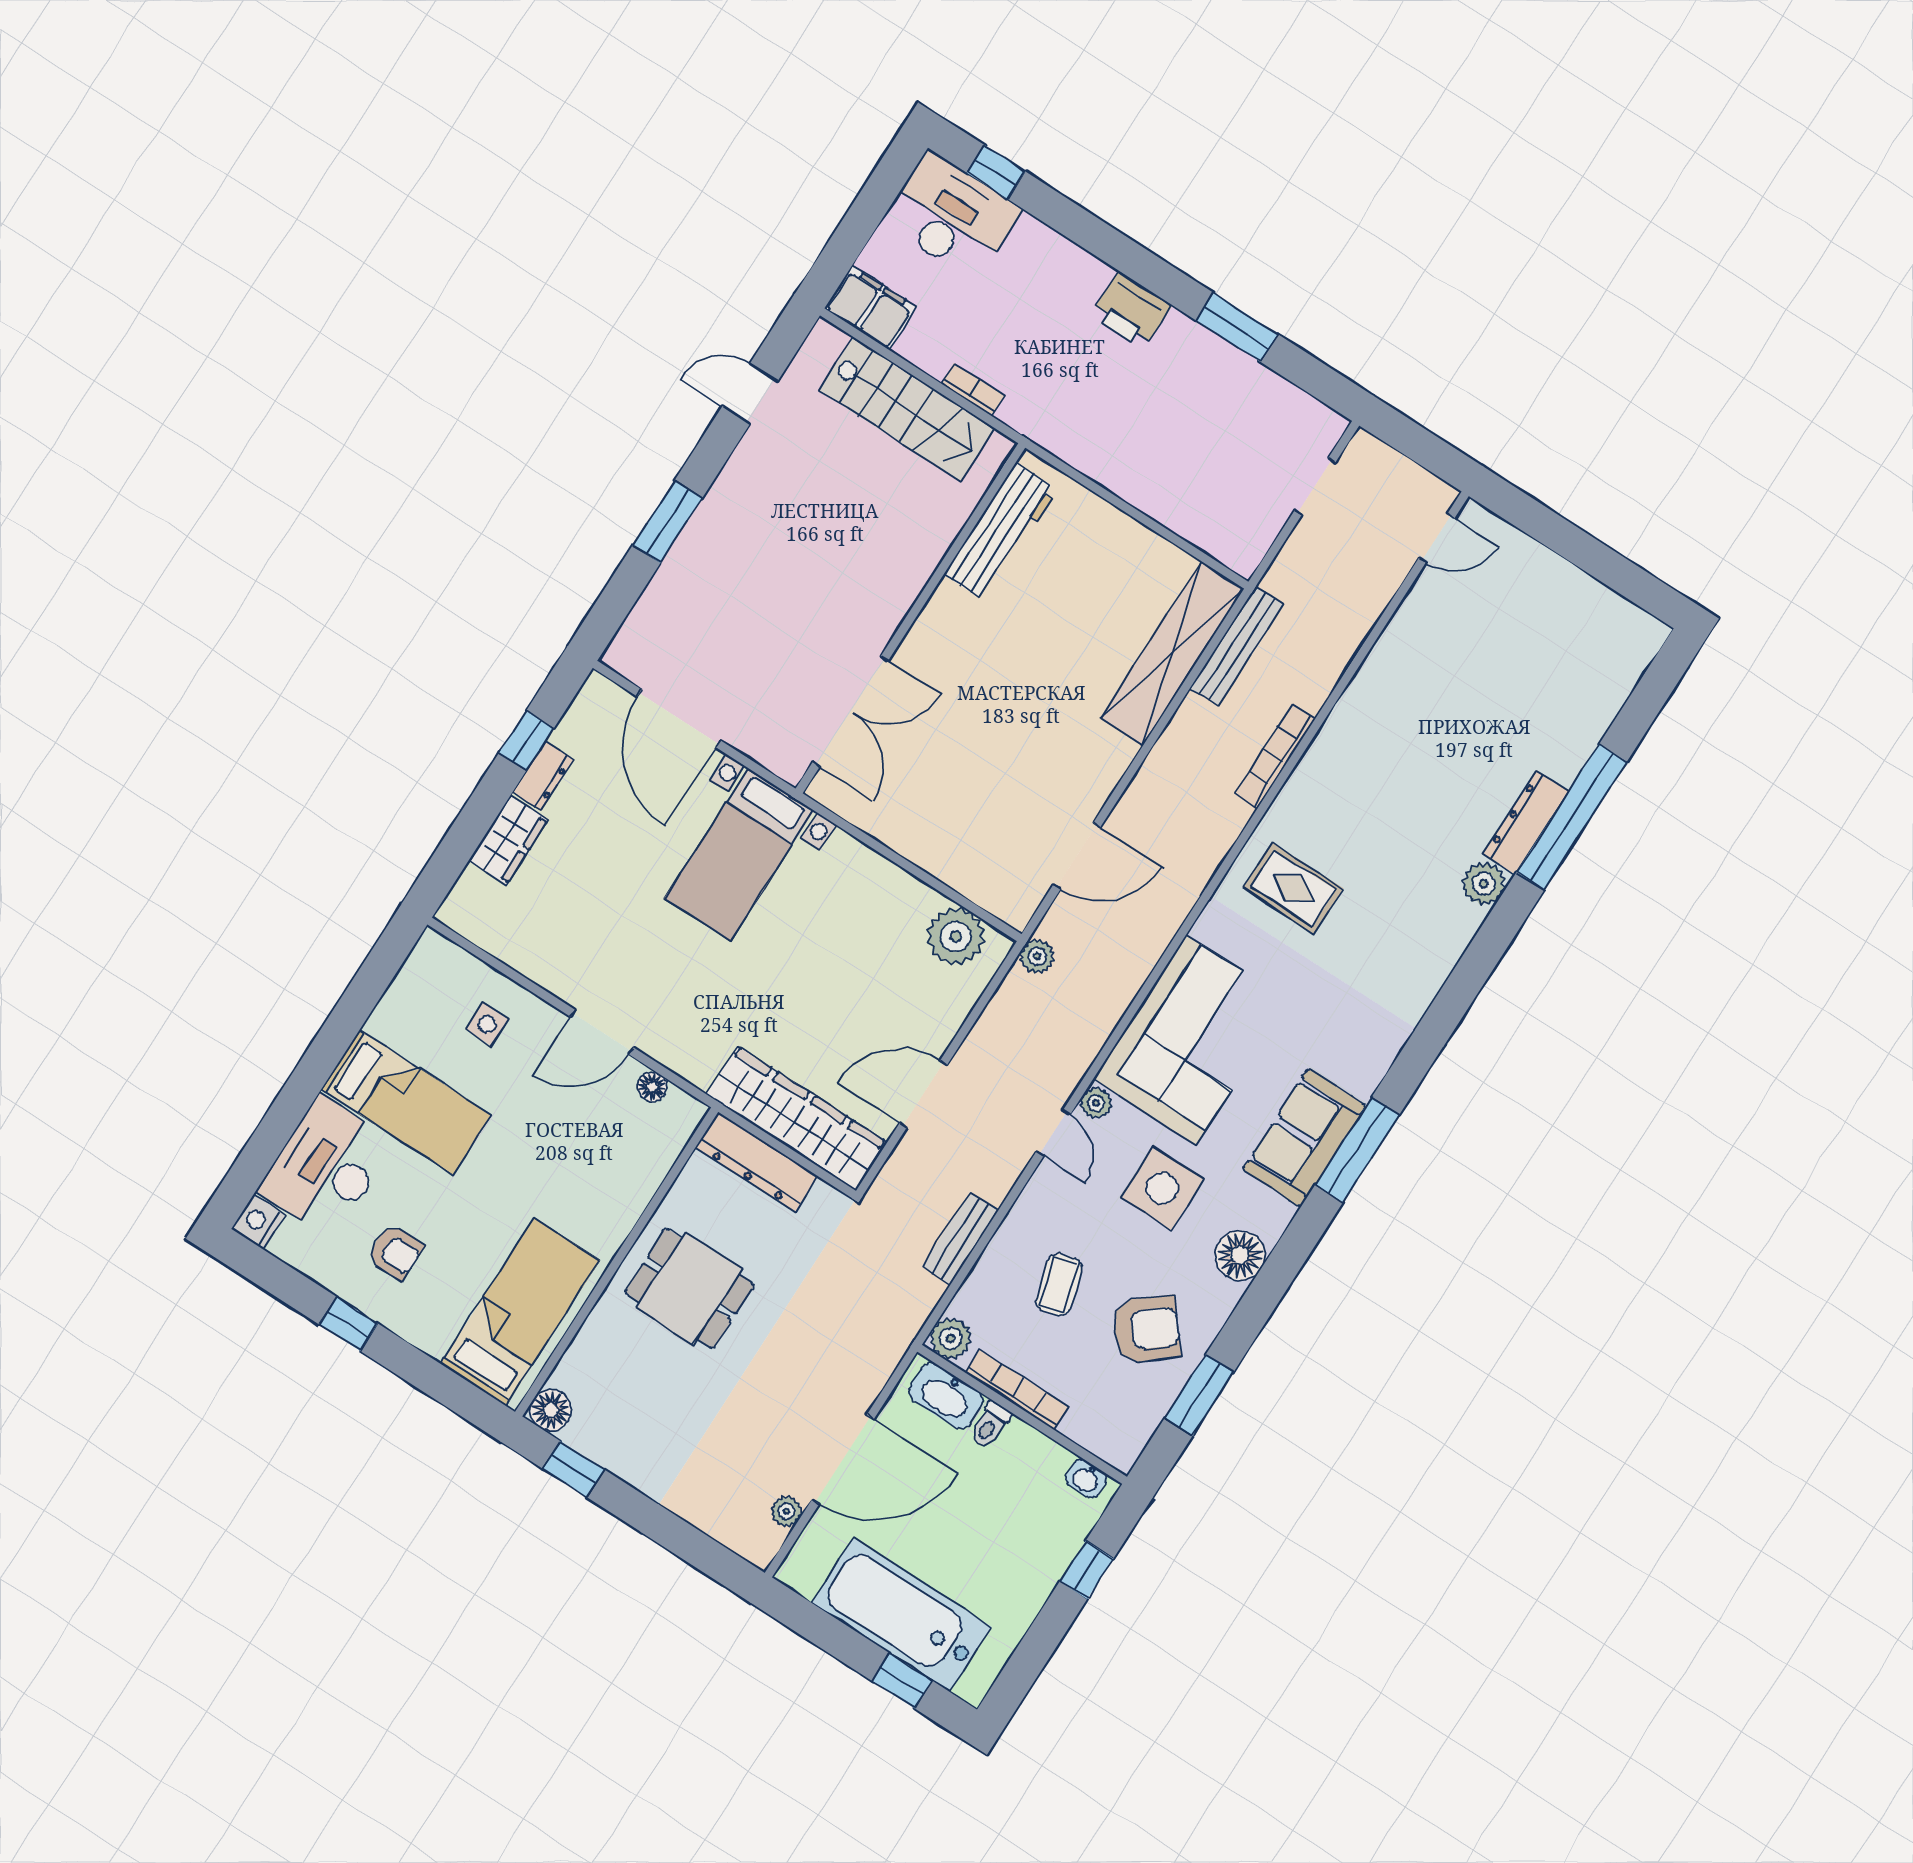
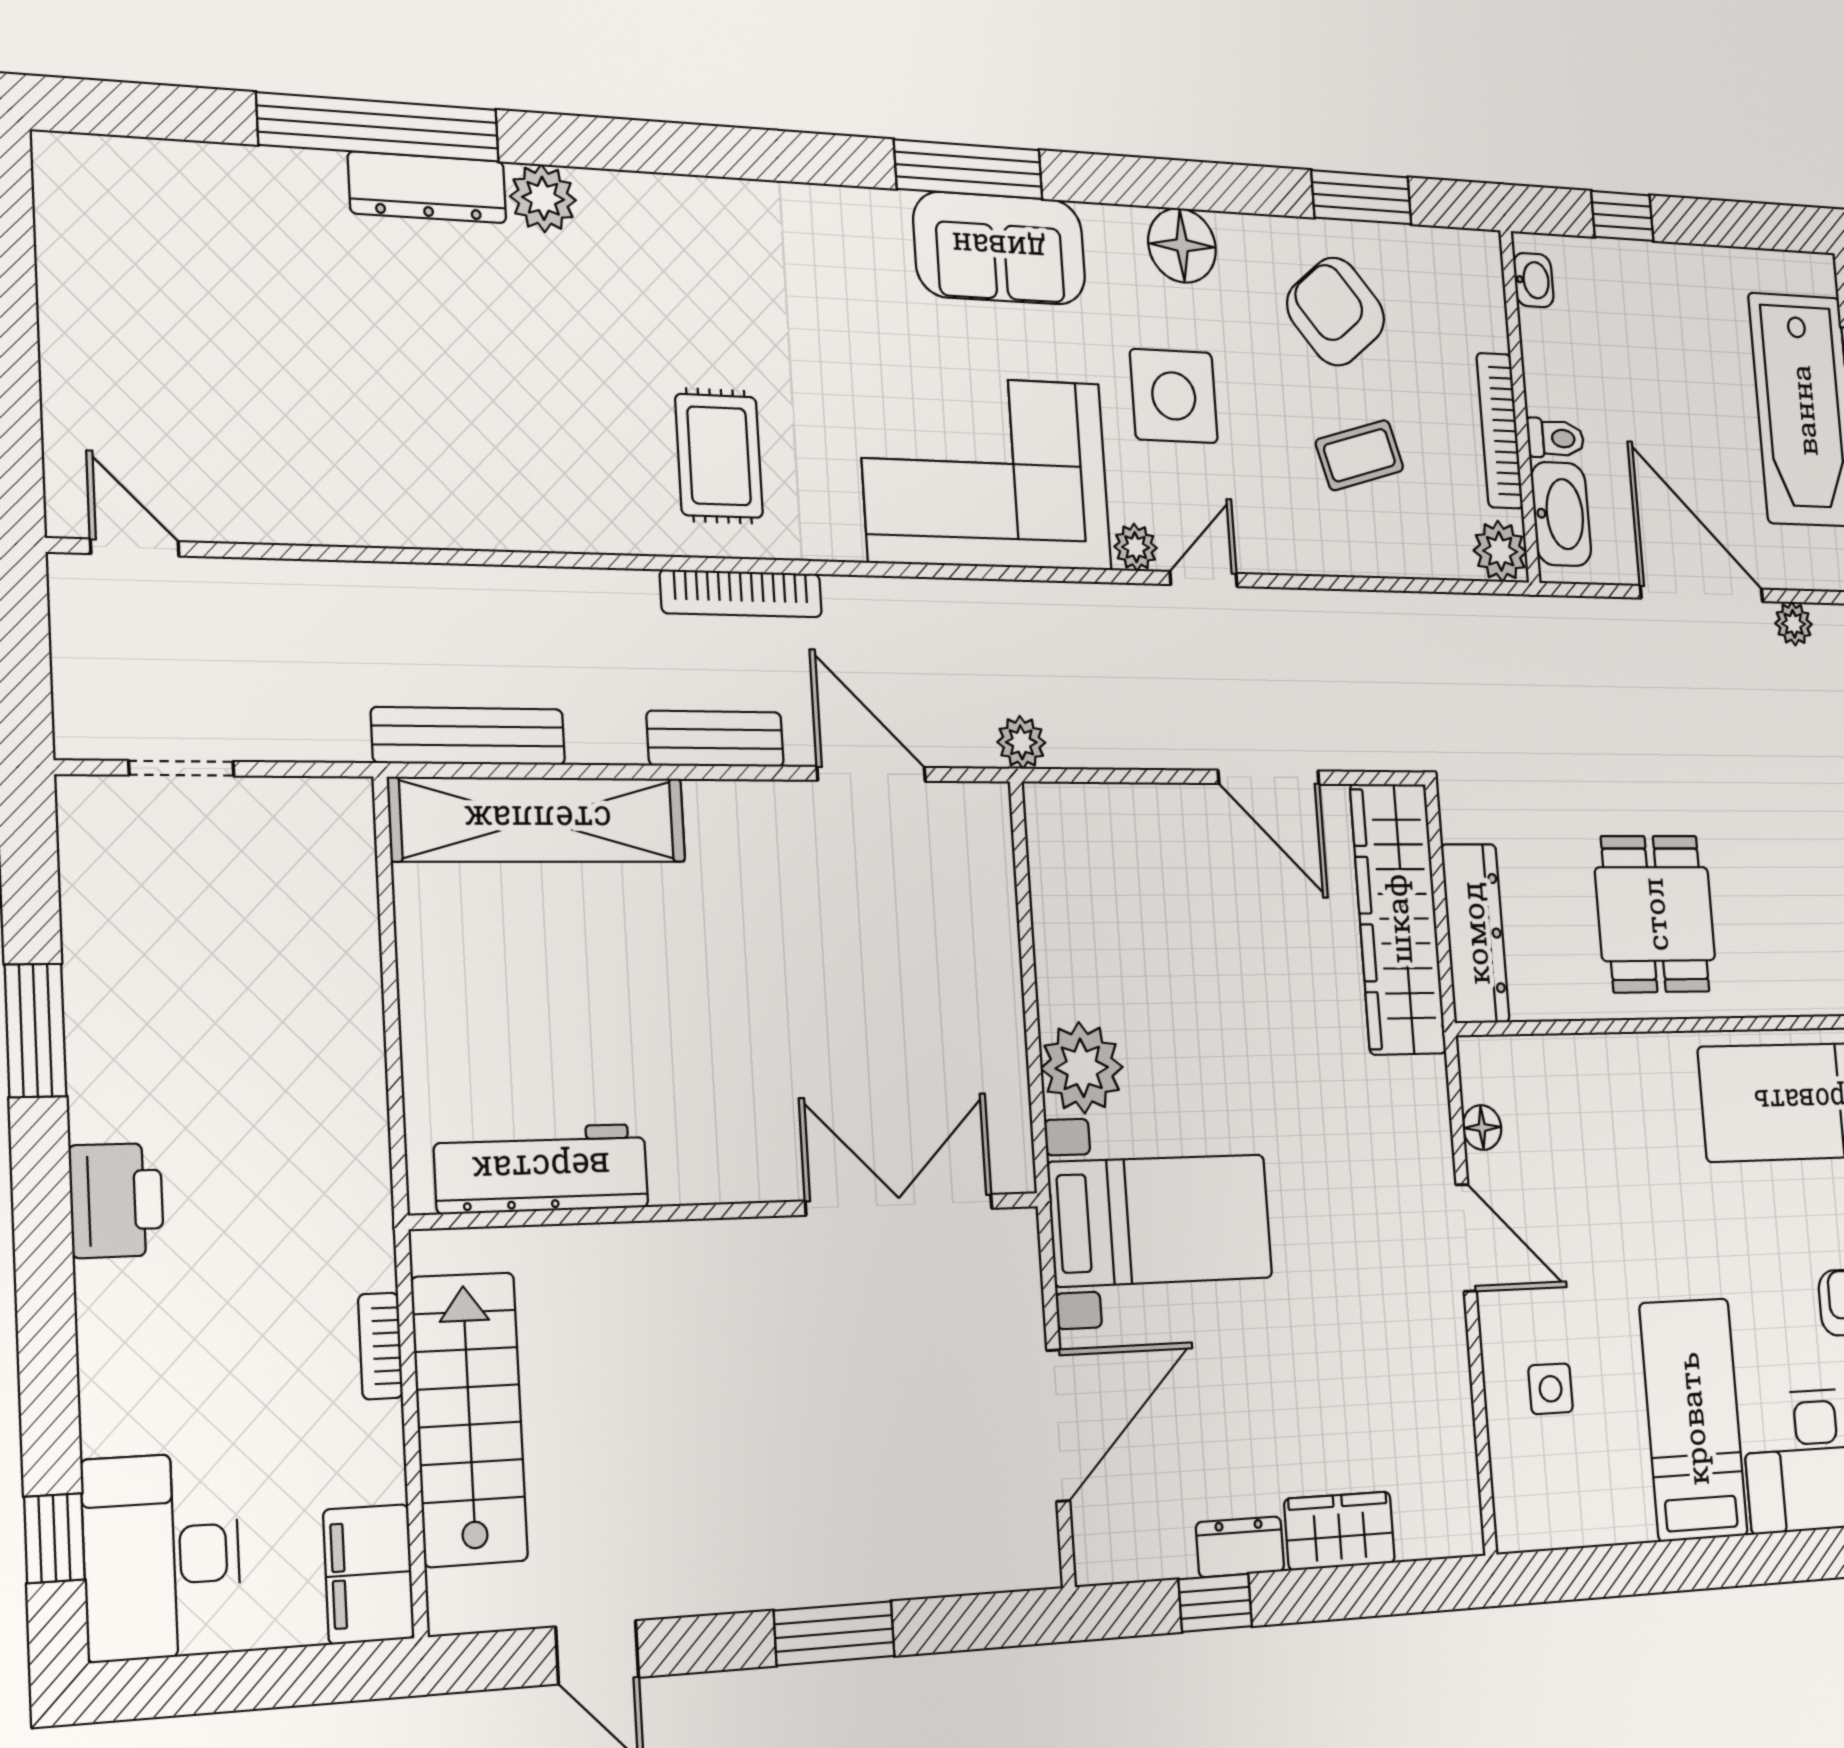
bookcase: (1275, 757) -> (741, 593), moved
plant: (956, 936) -> (1082, 1068), moved
bench: (960, 1238) -> (715, 739), moved

